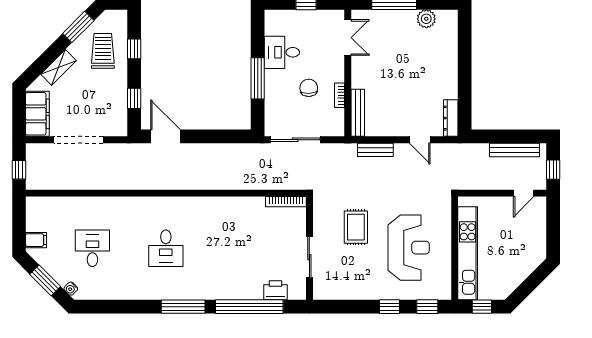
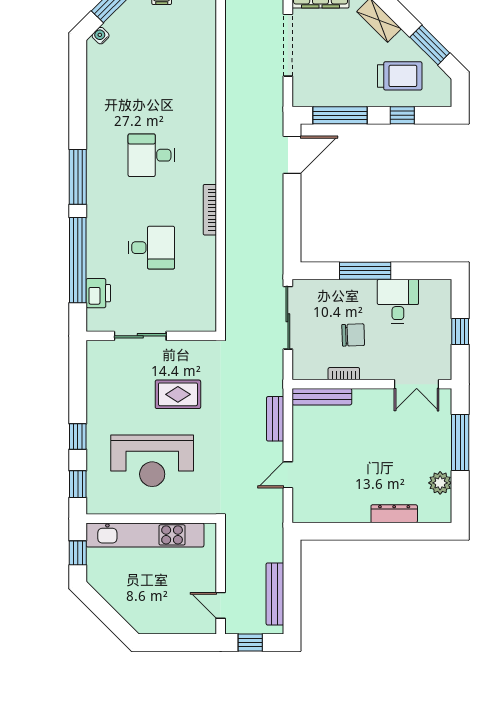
window: (134, 98) -> (340, 115), width x2.17
dresser: (451, 118) -> (394, 514), moved
bookcase: (286, 202) -> (210, 210), moved
desk: (92, 248) -> (151, 248), moved

